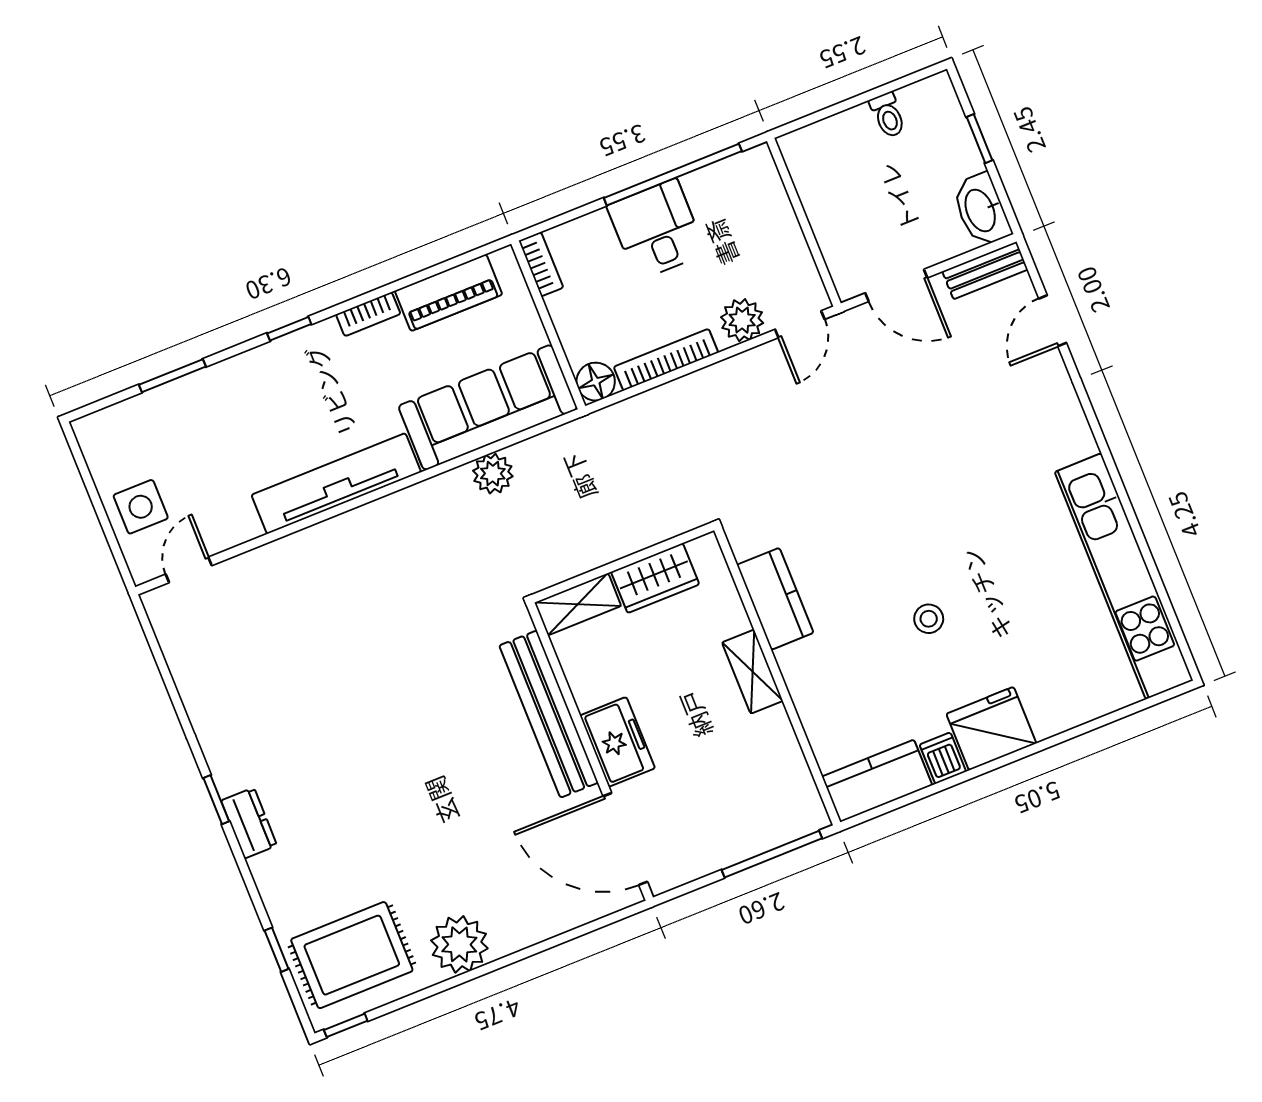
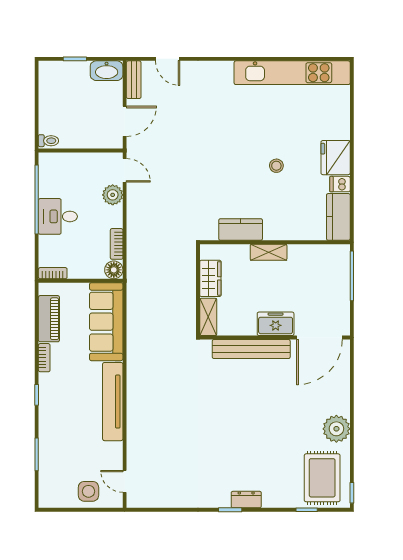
toilet: (888, 115) -> (48, 141), moved
bookcase: (666, 360) -> (117, 244), width x0.64
plant: (493, 474) -> (136, 331), removed

